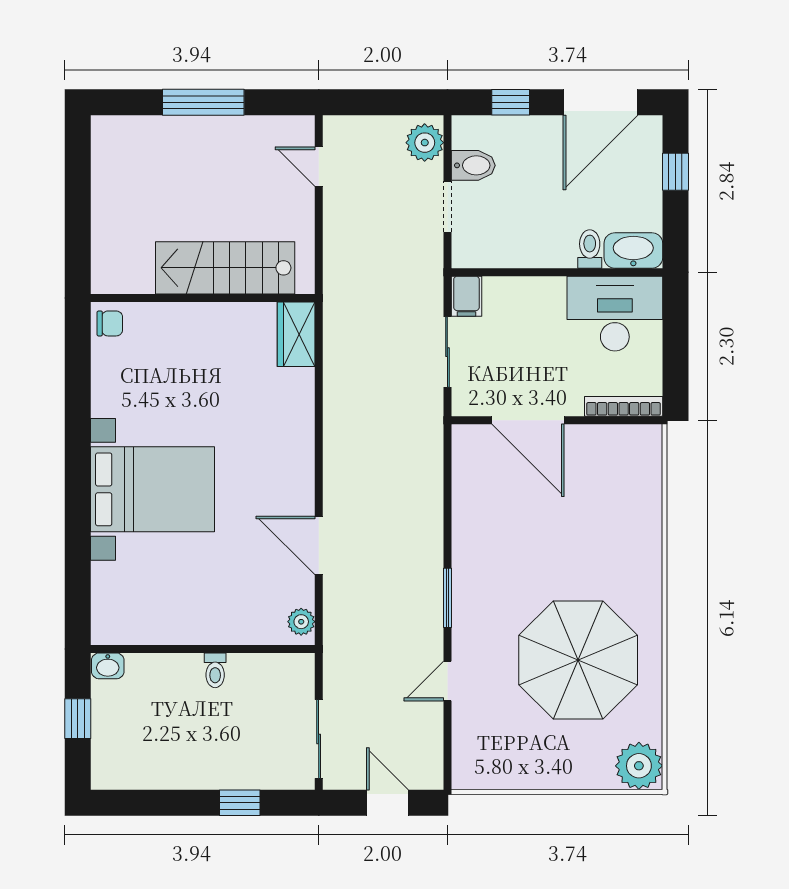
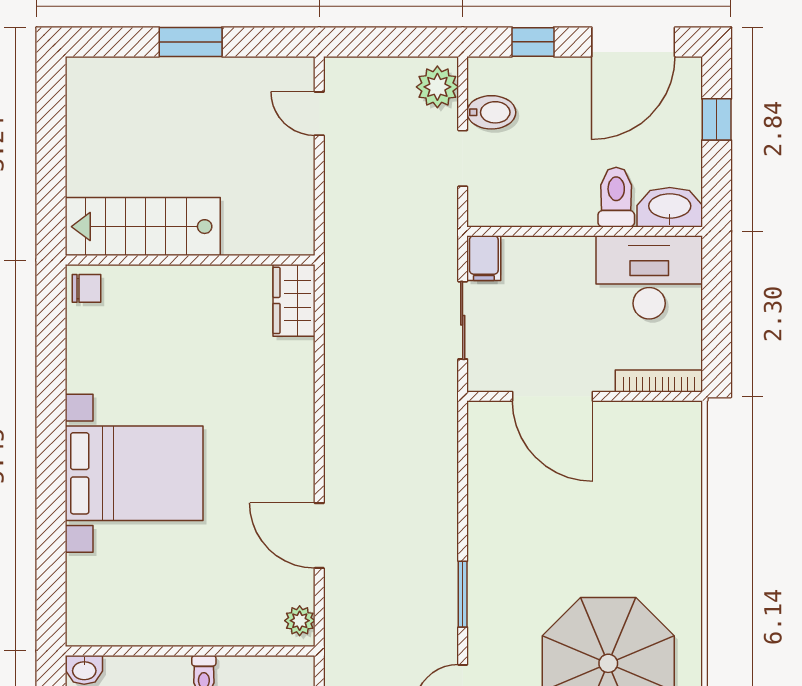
window: (203, 102) -> (191, 42), width x0.69
toilet: (590, 249) -> (616, 197), width x1.37, depth x1.39
stairs: (225, 268) -> (143, 227), moved

